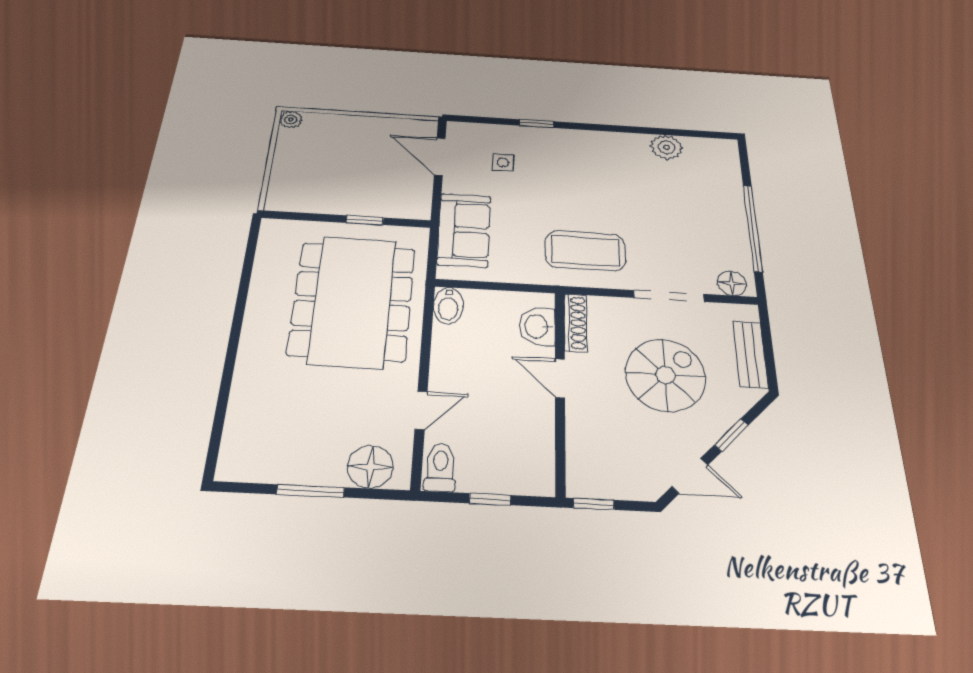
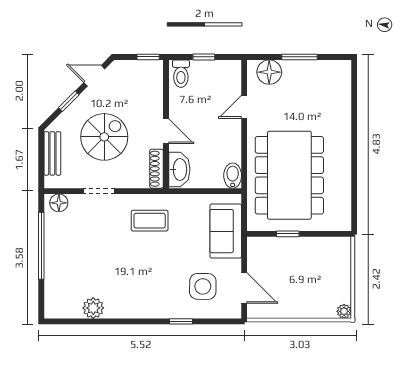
side table: (503, 162) -> (203, 286), width x1.87, depth x1.87
coffee table: (585, 251) -> (150, 221), width x0.73, depth x0.76
doorway: (669, 296) -> (99, 191), width x0.73
washbasin: (537, 326) -> (179, 169), width x1.38
spiral stairs: (665, 375) -> (104, 137), turned 180
toilet: (440, 467) -> (181, 74), moved

